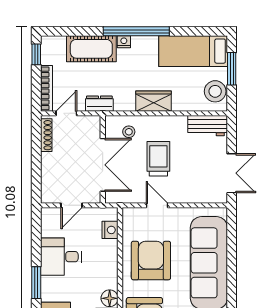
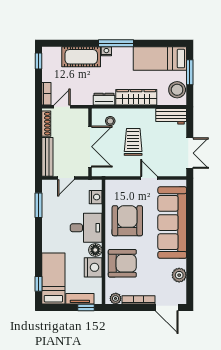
window: (136, 31) -> (116, 43), width x0.68
bookcase: (46, 88) -> (46, 94), width x0.64
wardrobe: (154, 101) -> (136, 97), width x1.50
dresser: (99, 104) -> (104, 99), moved
bench: (48, 178) -> (47, 157), added
door: (157, 205) -> (149, 178), moved
desk: (61, 257) -> (86, 228), moved, turned 180
window: (36, 283) -> (39, 205), moved

